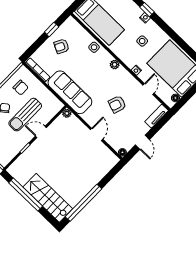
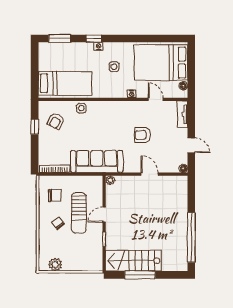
armchair: (62, 46) -> (56, 121), moved
plant: (115, 65) -> (110, 106), removed
armchair: (117, 104) -> (143, 135), turned 71
window: (26, 194) -> (140, 275), width x0.68
stairs: (48, 198) -> (133, 261), moved

